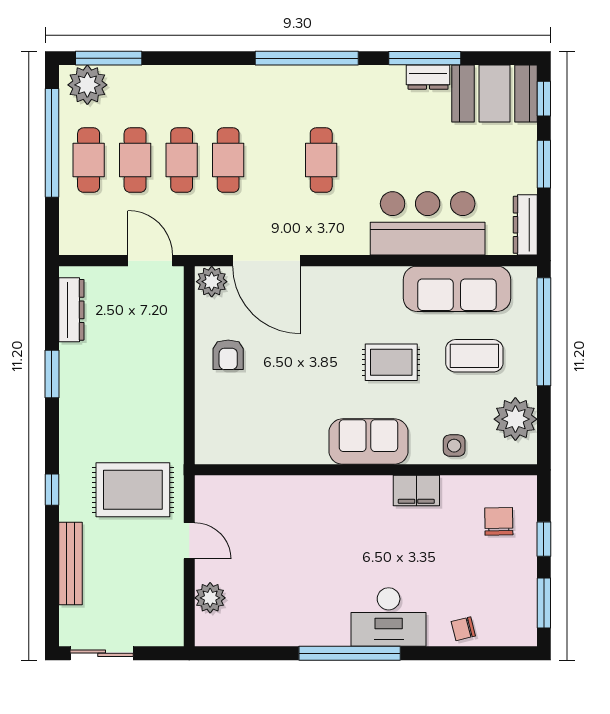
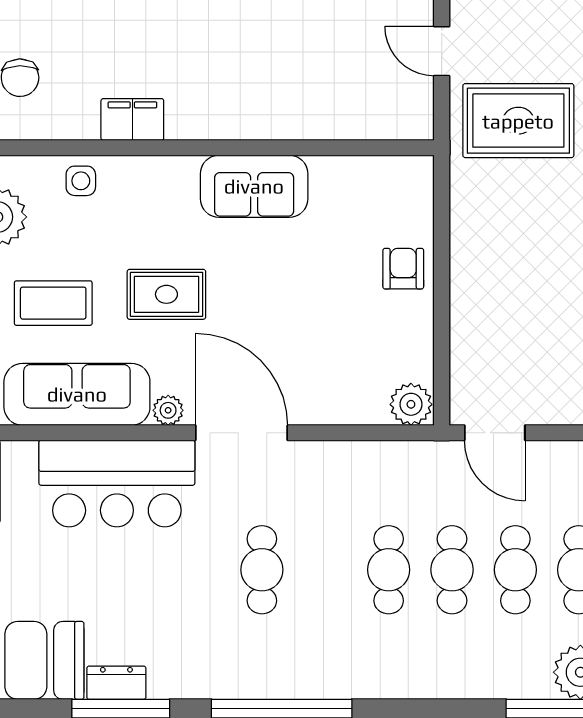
door: (266, 261) -> (242, 433), moved
plant: (390, 277) -> (168, 410), added
armchair: (228, 355) -> (403, 269), moved
sofa: (368, 442) -> (254, 186), moved

